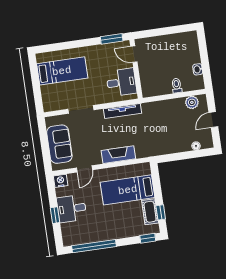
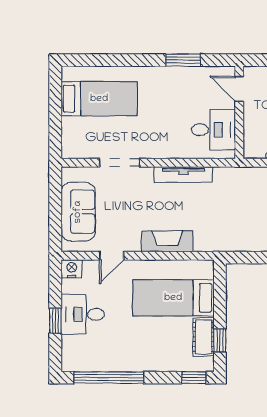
door: (134, 54) -> (239, 89), moved
wall: (136, 69) -> (239, 112), moved
desk: (121, 82) -> (213, 130), moved

